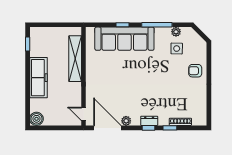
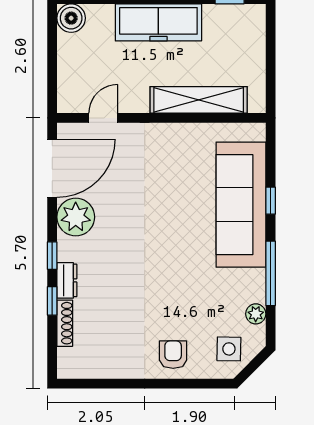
side table: (177, 49) -> (229, 349), moved
door: (84, 114) -> (103, 118), moved
plant: (126, 121) -> (76, 217), width x1.87, depth x1.87
dresser: (149, 121) -> (67, 280), moved

